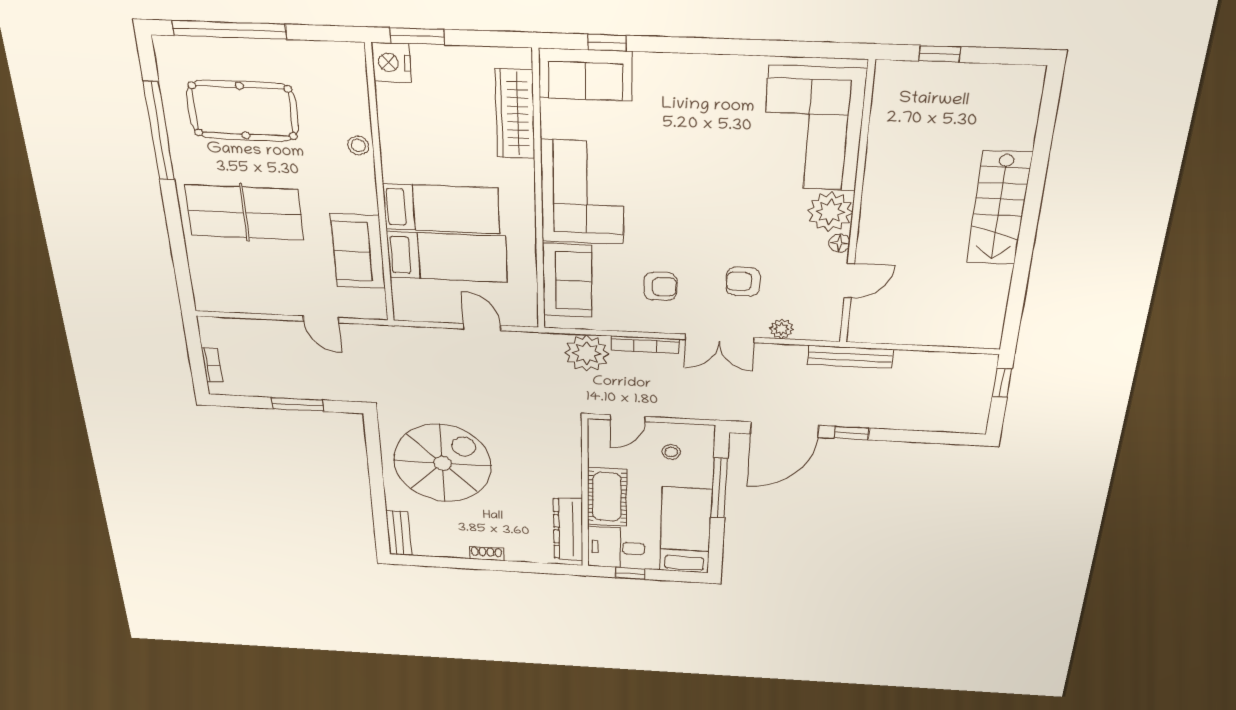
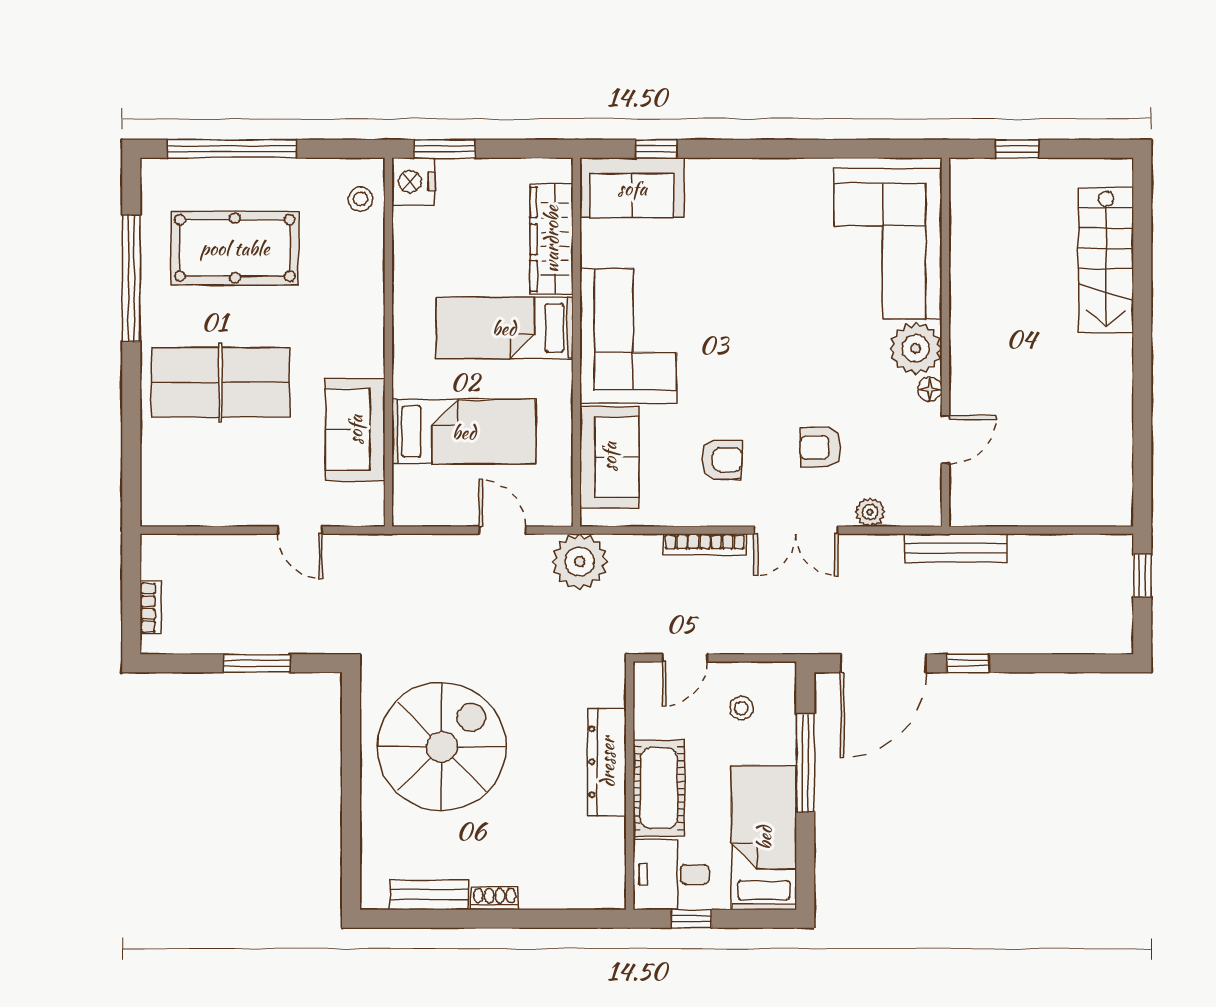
stool: (358, 145) -> (360, 199), moved
stairs: (999, 208) -> (1106, 260), moved
bed: (441, 209) -> (504, 328), moved, turned 180
plant: (587, 353) -> (580, 562), moved
dresser: (568, 529) -> (607, 762), moved
bench: (399, 533) -> (429, 895), moved, turned 90

